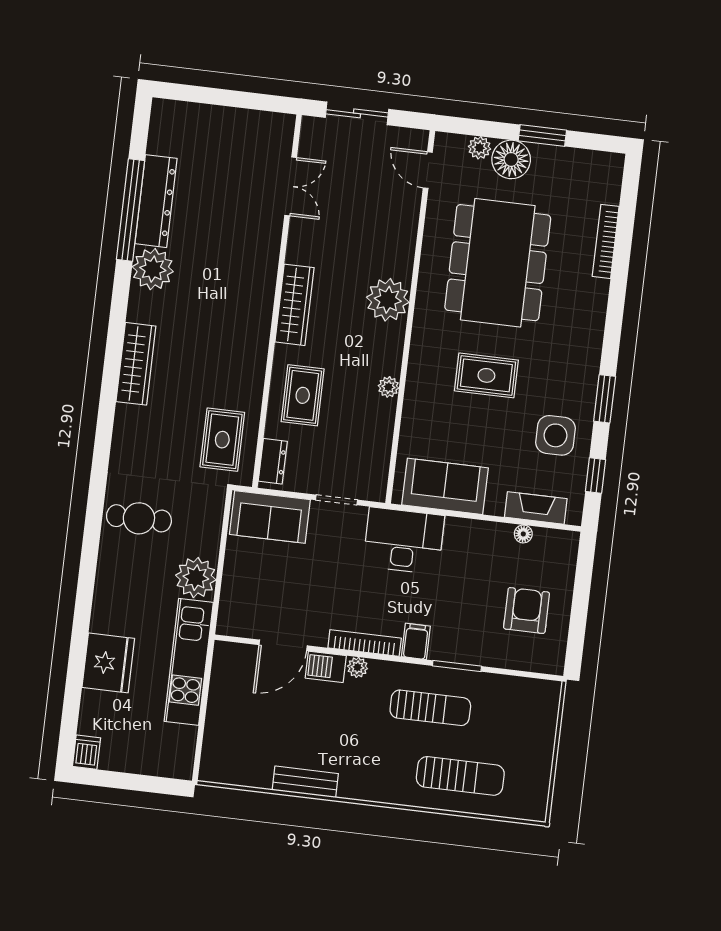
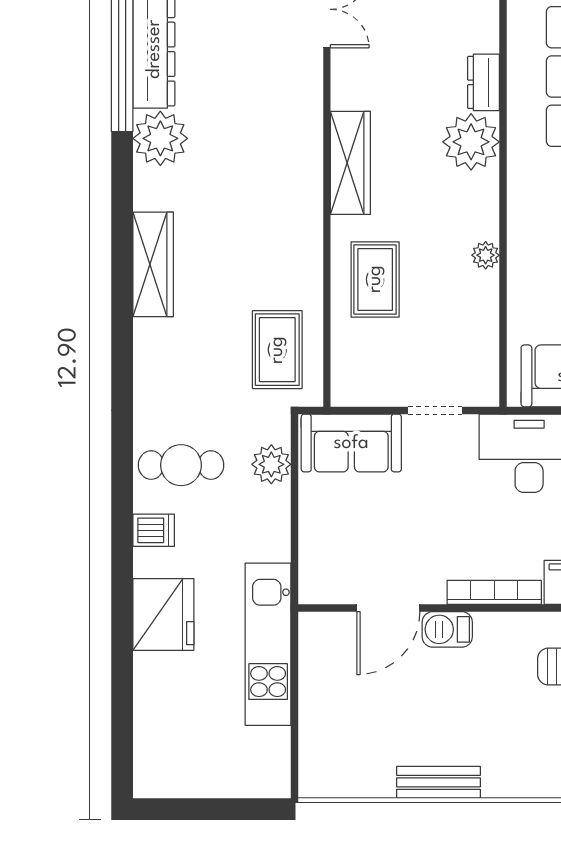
dresser: (273, 461) -> (483, 82), moved, turned 180
plant: (196, 578) -> (271, 464), moved, width x0.73, depth x0.73
fridge: (108, 663) -> (163, 615), moved
plant: (358, 667) -> (489, 625), removed
dishwasher: (87, 752) -> (154, 530), moved, turned 90

